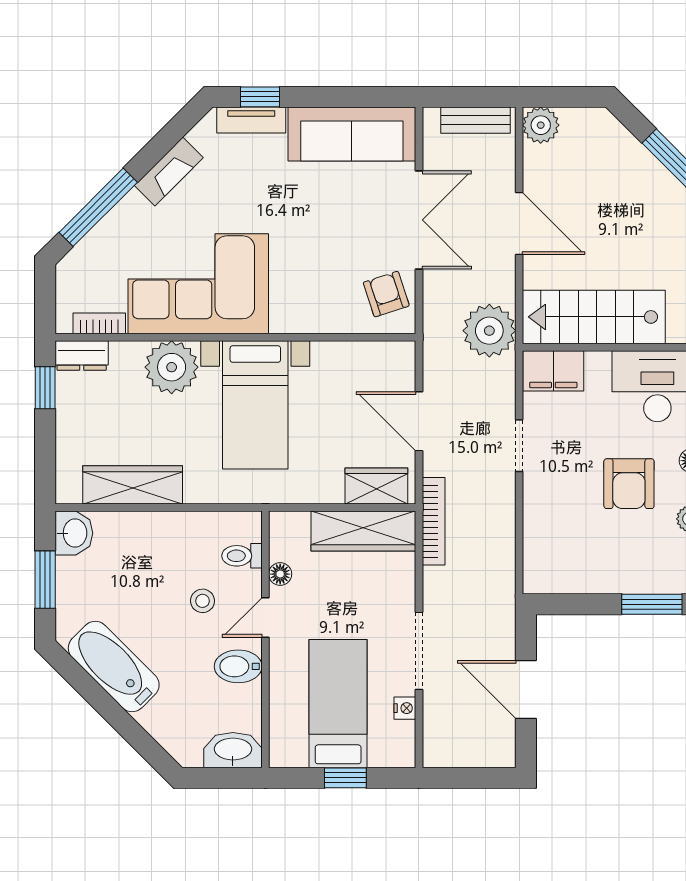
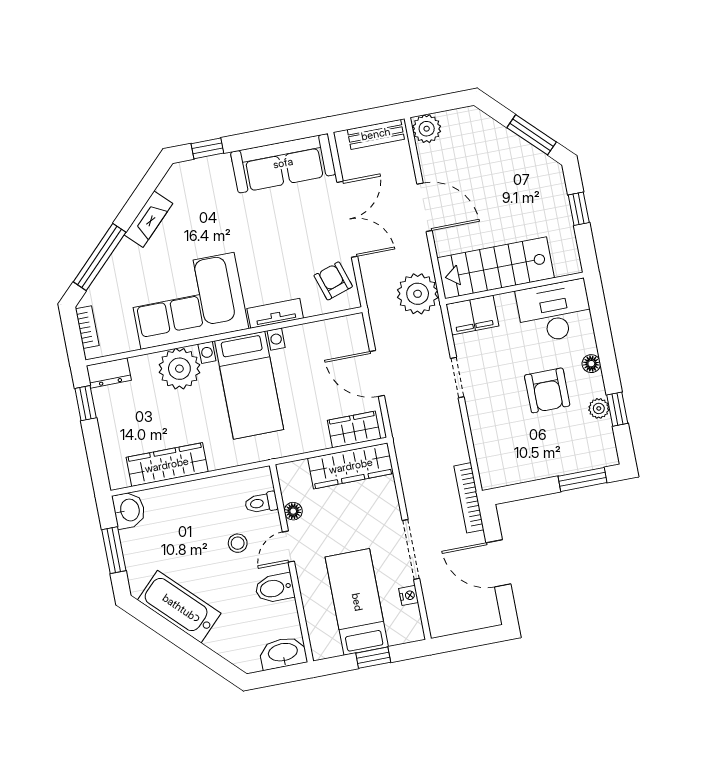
tv unit: (251, 120) -> (275, 313), moved, turned 180
bookcase: (99, 323) -> (87, 327), moved, turned 90
bookcase: (434, 521) -> (469, 498), moved, turned 180

